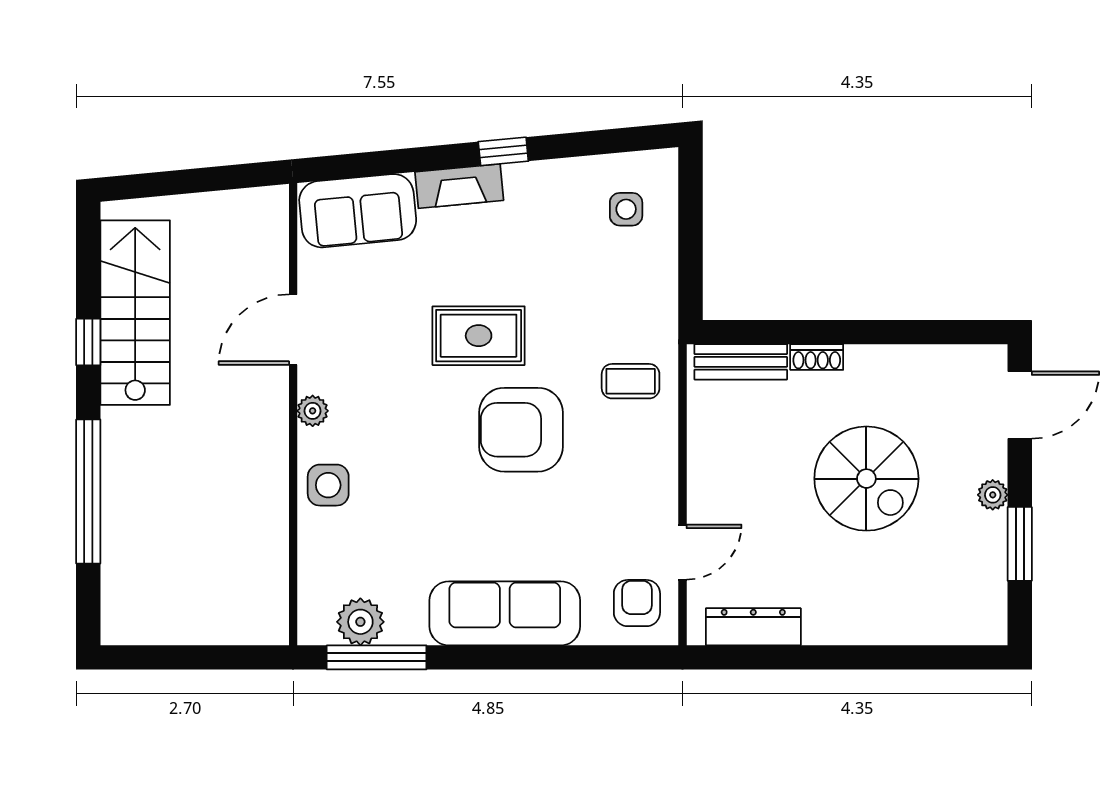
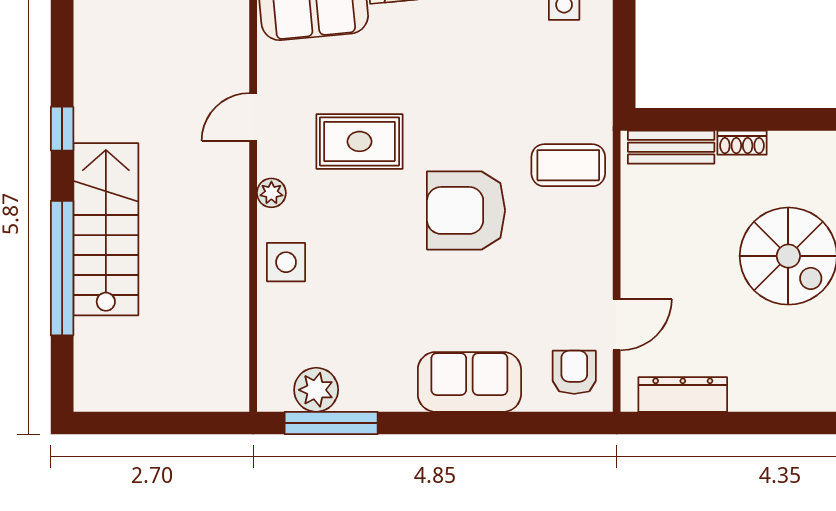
stairs: (135, 313) -> (106, 229), moved
door: (293, 330) -> (253, 117), width x0.73
rug: (479, 336) -> (359, 141), moved
coffee table: (631, 381) -> (568, 165), width x1.36, depth x1.30
sofa: (505, 613) -> (469, 382), width x0.73

